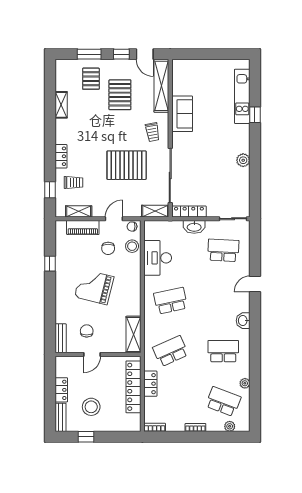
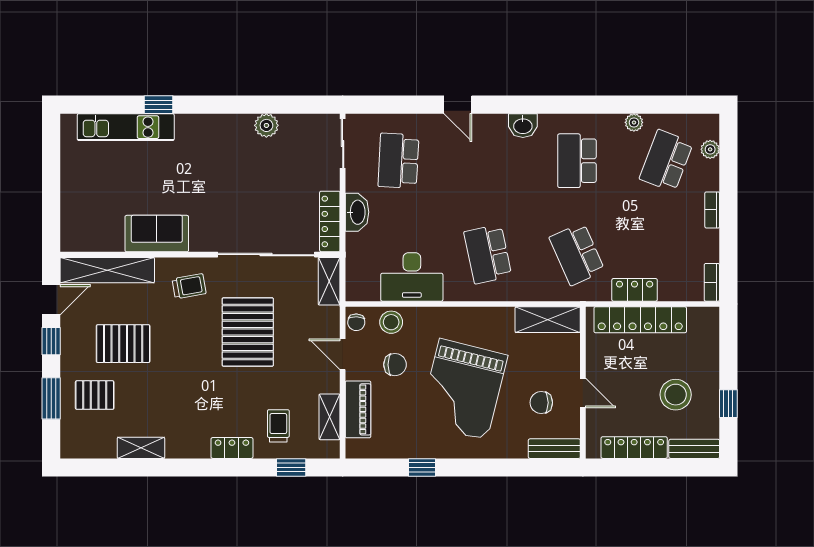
plant: (243, 160) -> (266, 125), moved
grand piano: (94, 287) -> (463, 389), width x1.37, depth x1.48
locker: (61, 390) -> (634, 448), width x1.53

